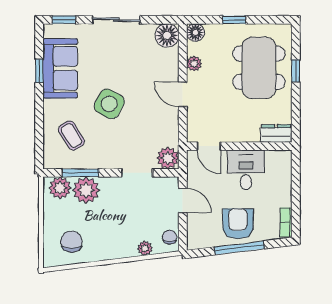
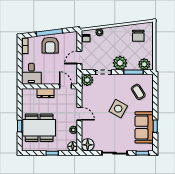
dining table: (259, 68) -> (39, 128), turned 90
dresser: (276, 133) -> (45, 93), moved
desk: (246, 170) -> (31, 74), moved
plant: (86, 190) -> (120, 63), moved
door: (183, 200) -> (79, 58), hinge flipped

